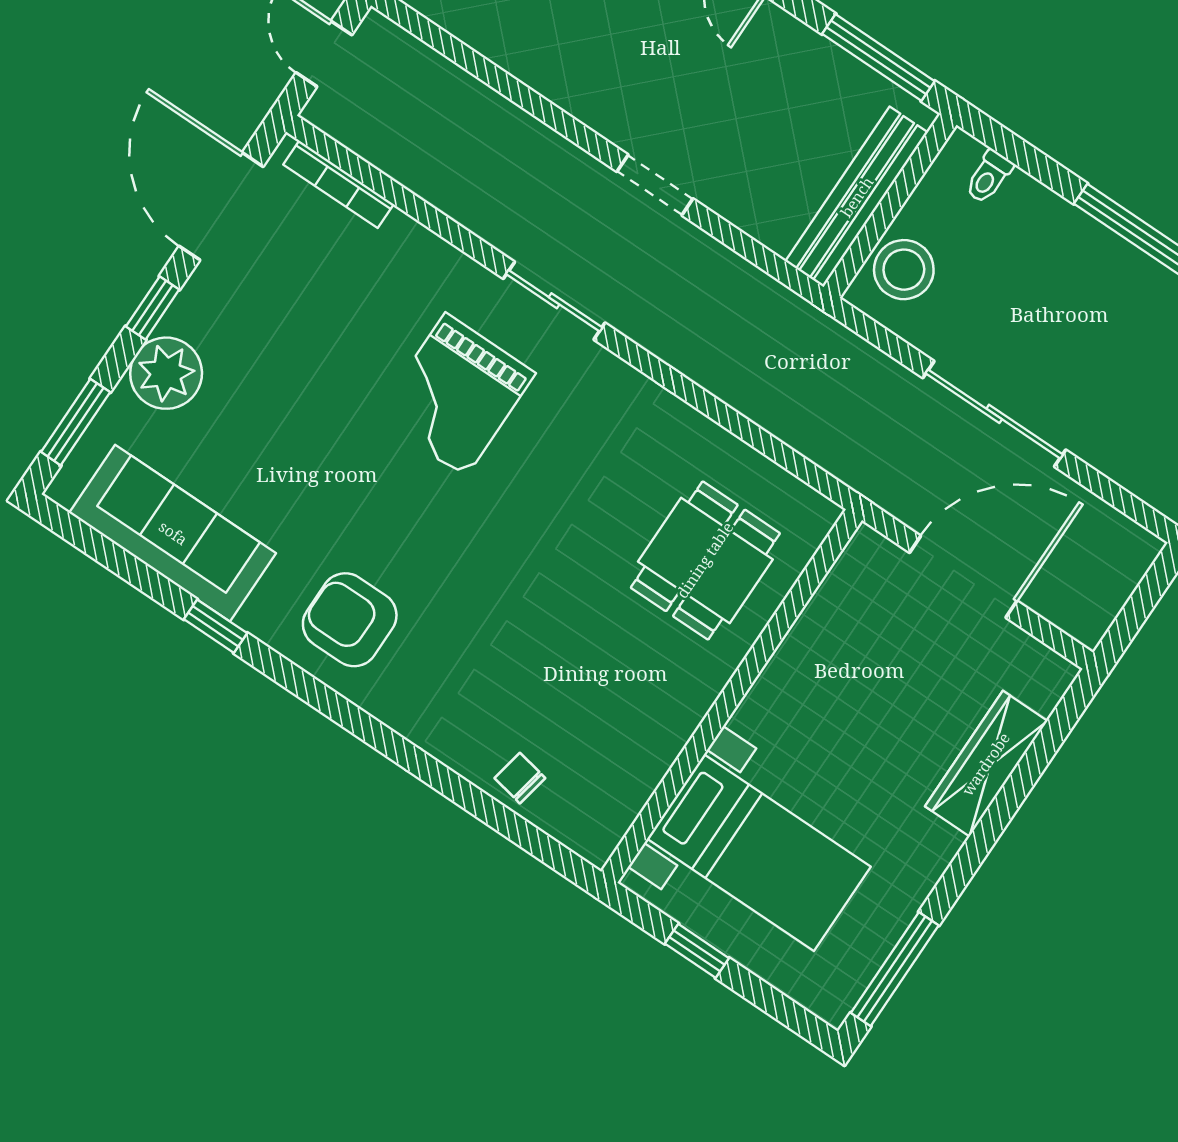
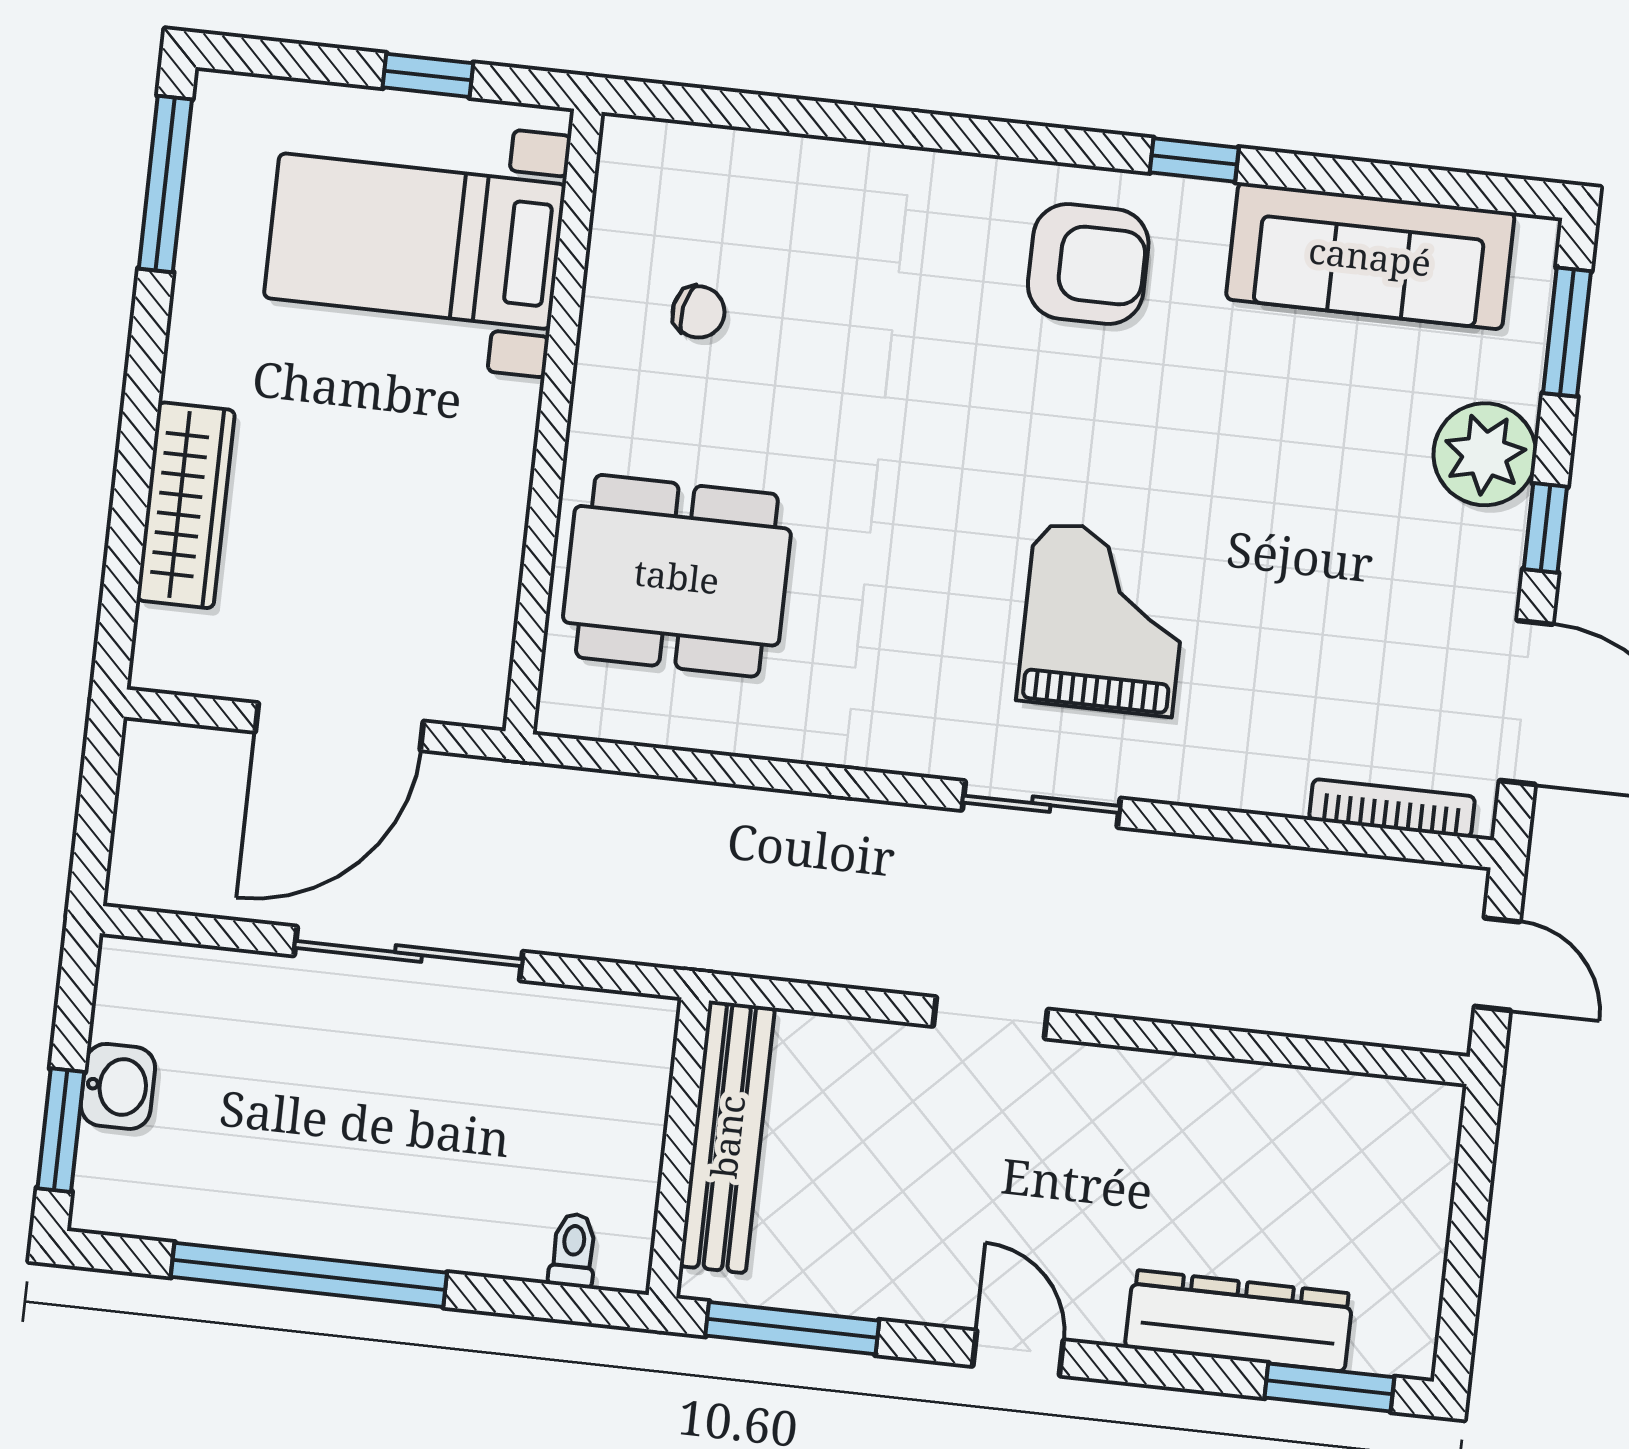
stool: (904, 270) -> (619, 1076), removed
dining table: (705, 560) -> (677, 576), width x1.38
window: (216, 626) -> (1194, 160), moved
chair: (520, 778) -> (699, 312), moved

